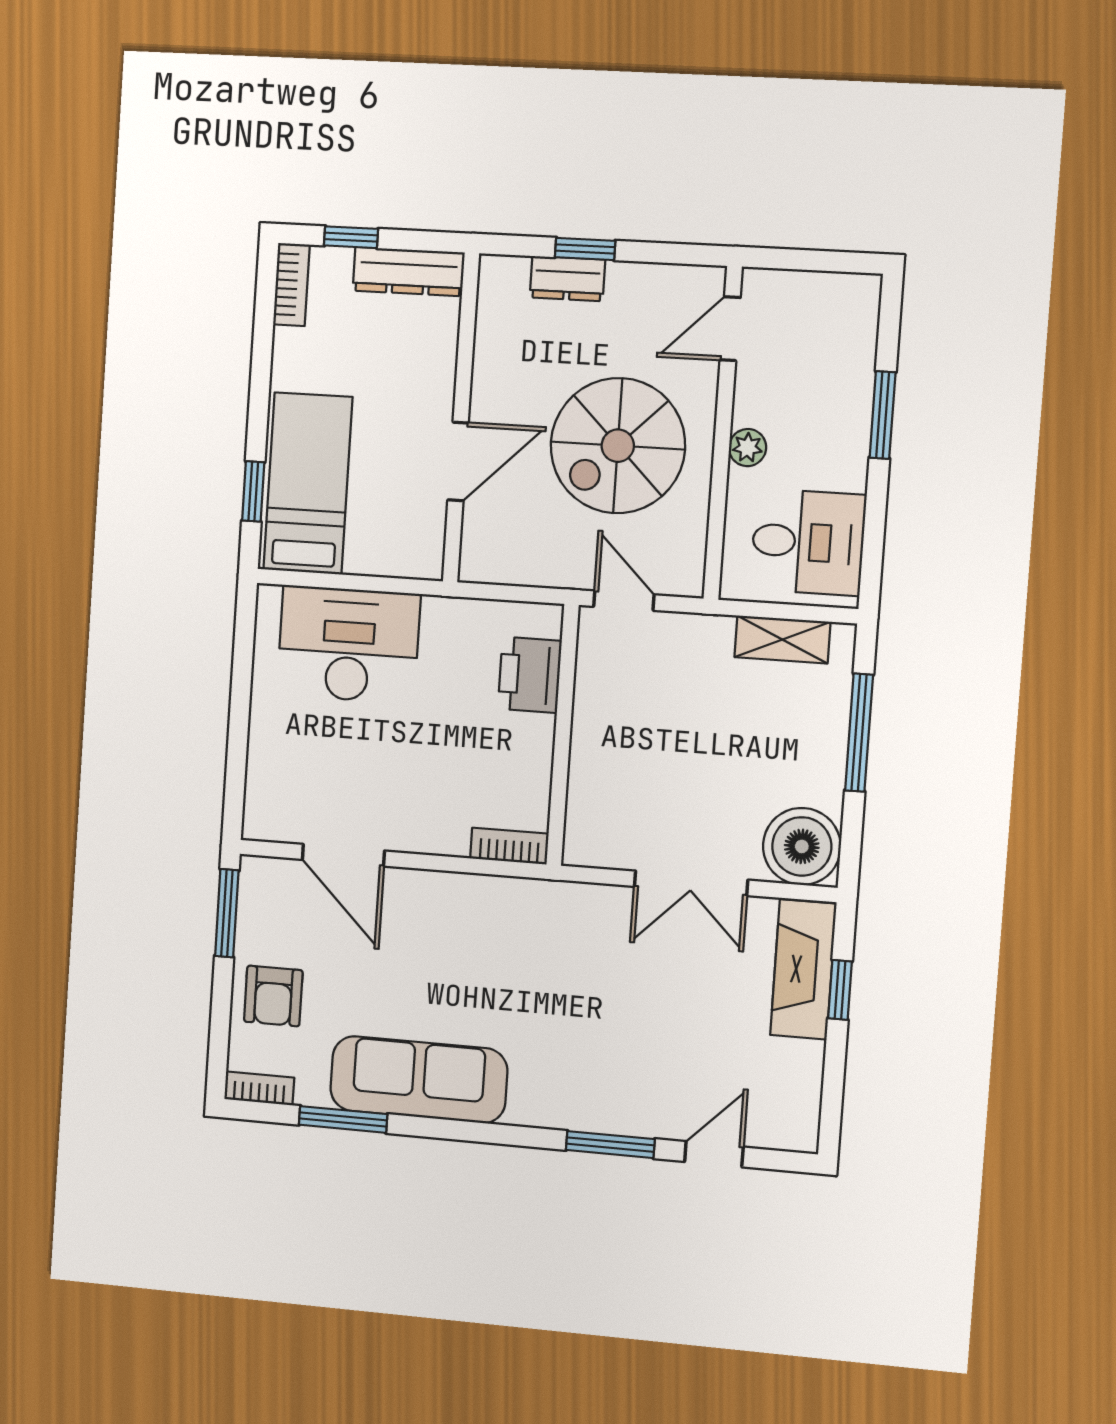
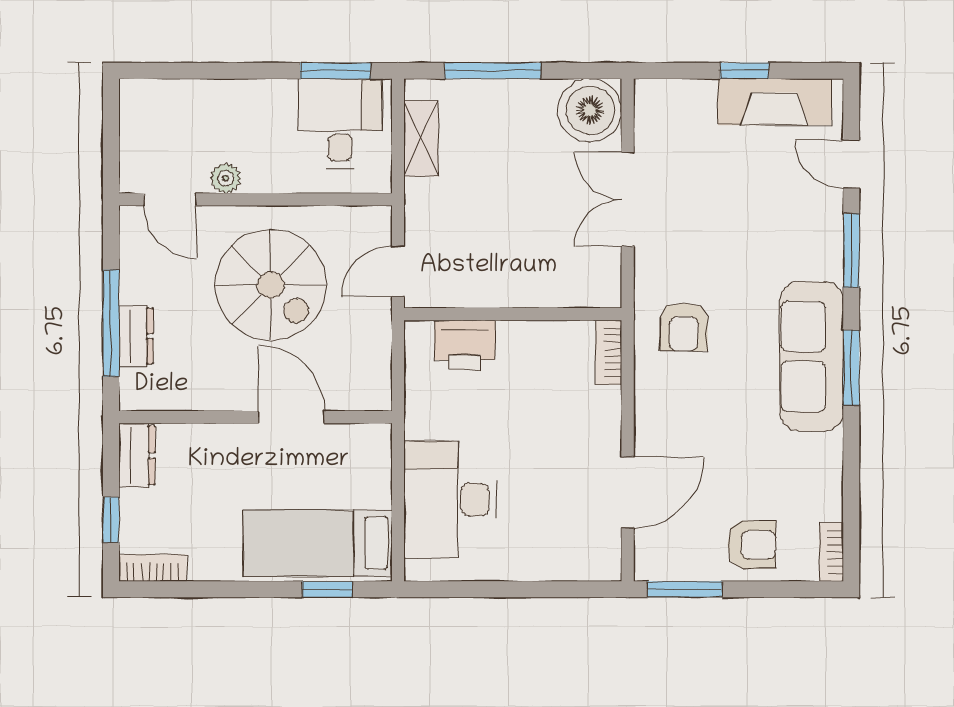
window: (585, 249) -> (111, 323), width x2.17
dresser: (409, 272) -> (137, 455), width x0.70
window: (883, 415) -> (335, 71), moved
plant: (748, 448) -> (226, 178), moved
double door: (691, 883) -> (628, 199), swing flipped
armchair: (533, 938) -> (684, 327), added
fireplace: (803, 969) -> (775, 102), moved
window: (840, 990) -> (744, 71), moved
sofa: (419, 1080) -> (812, 356), moved
window: (343, 1119) -> (851, 368), moved

